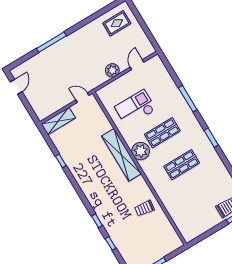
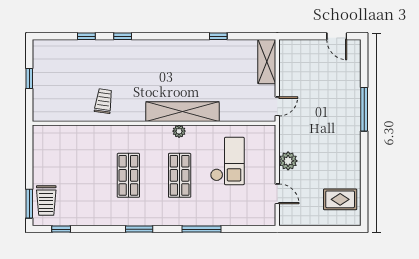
rug: (117, 23) -> (340, 199), turned 90
plant: (141, 151) -> (179, 131), width x0.53, depth x0.53

